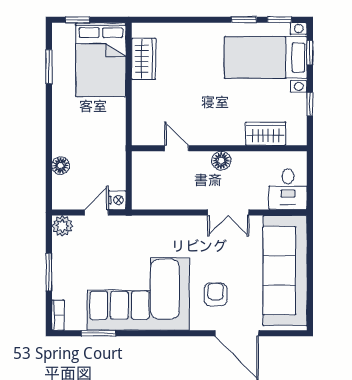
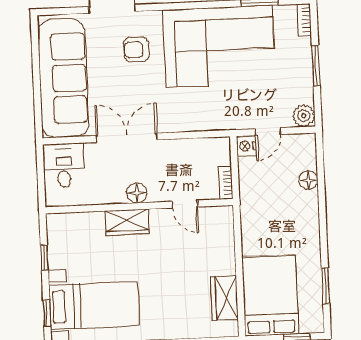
wardrobe: (266, 134) -> (127, 222), moved
bookcase: (138, 166) -> (226, 183), added
double door: (228, 213) -> (127, 138), width x1.37
armchair: (216, 294) -> (136, 50), turned 90

